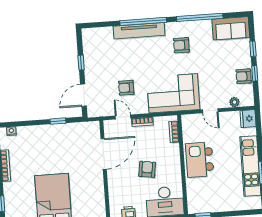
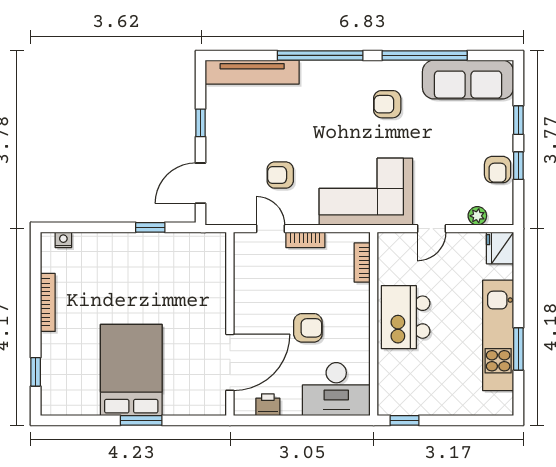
sofa: (231, 28) -> (468, 80), width x1.36
tv unit: (139, 31) -> (252, 72), moved
armchair: (244, 76) -> (498, 170), turned -90
door: (210, 111) -> (432, 229), hinge flipped
door: (104, 154) -> (230, 362), moved
armchair: (147, 169) -> (308, 328), turned 82

